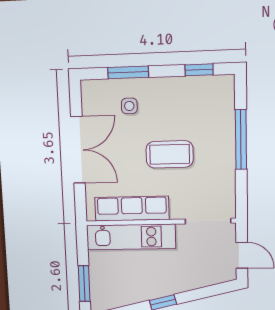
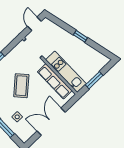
coffee table: (170, 154) -> (21, 86), turned 48
window: (84, 284) -> (94, 80), moved

